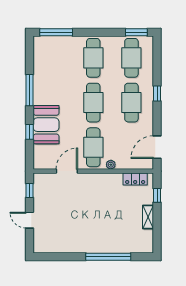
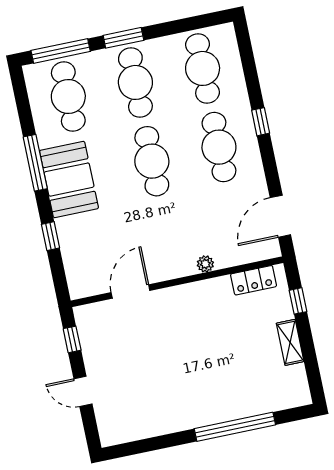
window: (136, 32) -> (123, 38), moved
booth: (46, 125) -> (69, 180), moved
cafe table: (93, 147) -> (68, 96), moved

